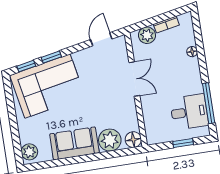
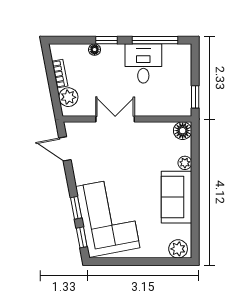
window: (202, 61) -> (107, 40), added
desk: (189, 112) -> (143, 63), moved
plant: (110, 140) -> (185, 163), width x0.53, depth x0.53
window: (183, 143) -> (195, 97), moved

